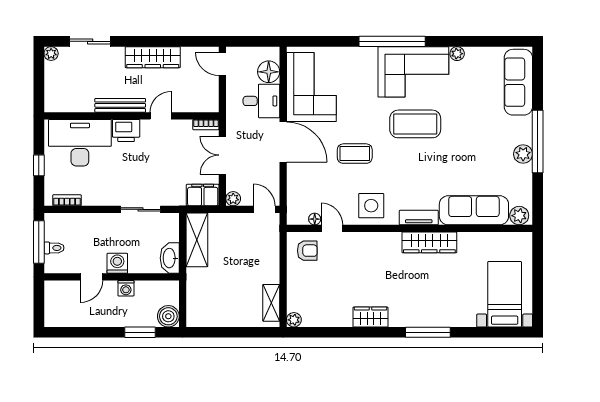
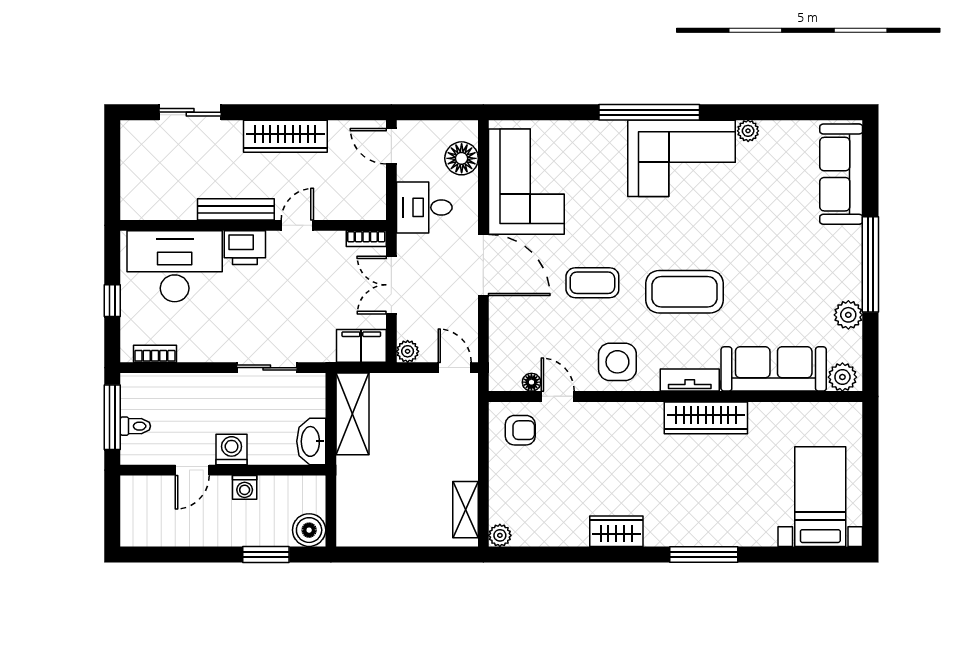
plant: (51, 54) -> (131, 131), removed
desk: (261, 101) -> (424, 207), moved, turned 180
coffee table: (415, 124) -> (684, 292), moved
plant: (523, 154) -> (848, 315), moved

